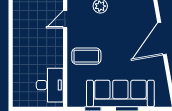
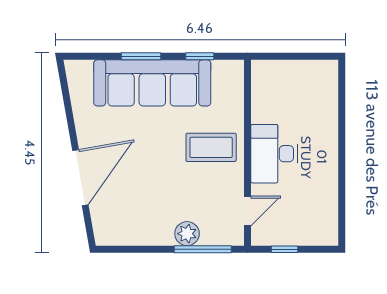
desk: (50, 85) -> (274, 154), moved

